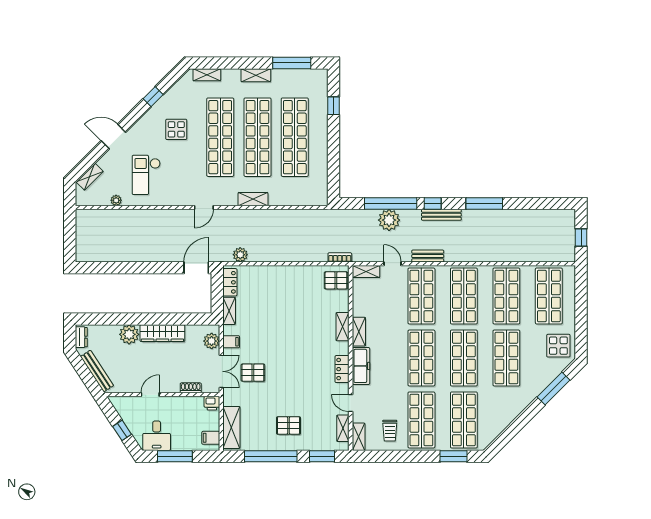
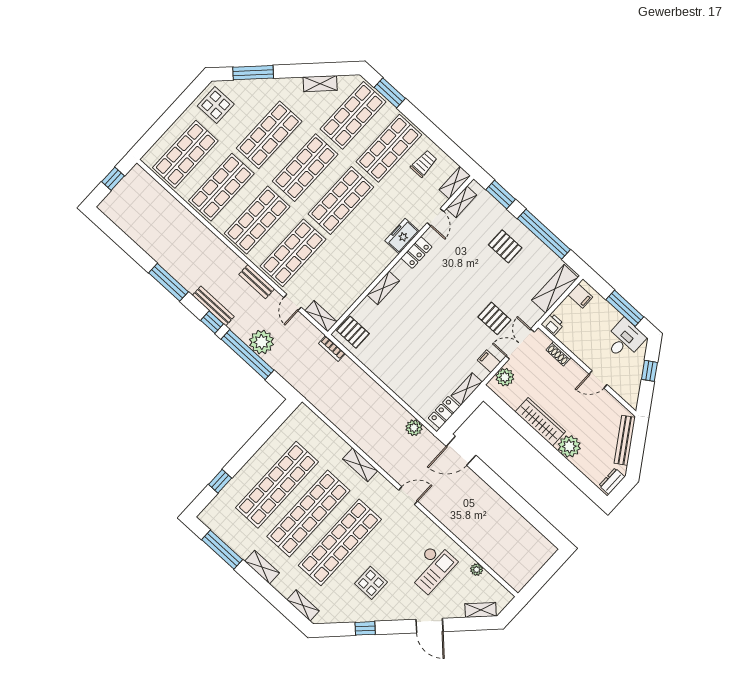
shelving: (359, 332) -> (320, 84), moved, turned 45
freezer: (361, 366) -> (402, 236), width x0.71

